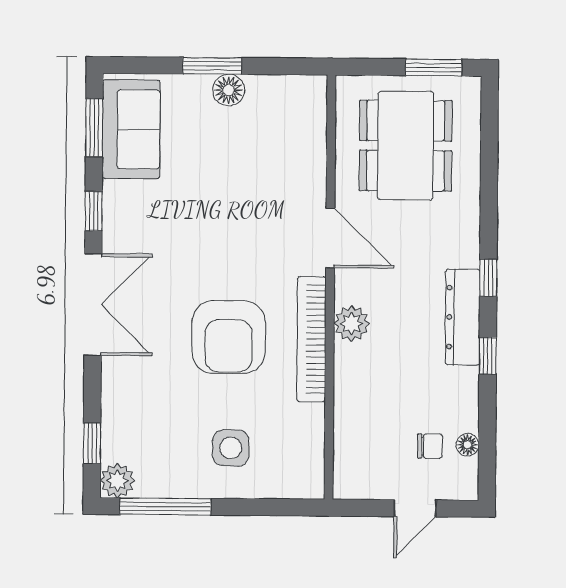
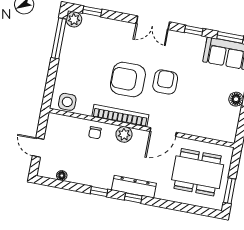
armchair: (219, 254) -> (165, 82), added
double door: (93, 304) -> (153, 23), width x0.73
dresser: (463, 317) -> (134, 187), moved
chair: (430, 446) -> (95, 133), moved
side table: (231, 448) -> (67, 102), moved

